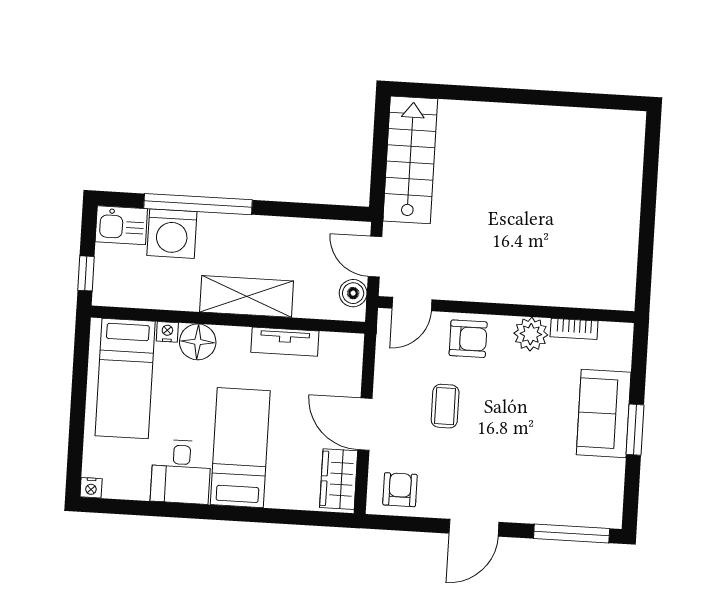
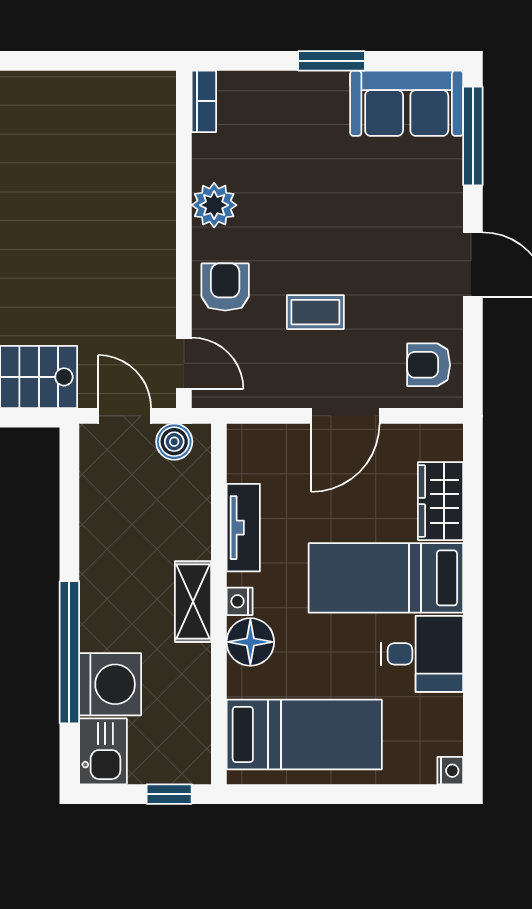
door: (375, 257) -> (125, 416), swing flipped
shelving: (247, 296) -> (193, 602), width x0.67, depth x0.75
bookcase: (574, 329) -> (204, 101), moved
nightstand: (167, 332) -> (240, 601), moved
sofa: (604, 414) -> (407, 103), moved
wardrobe: (339, 479) -> (441, 501), moved, turned 90

